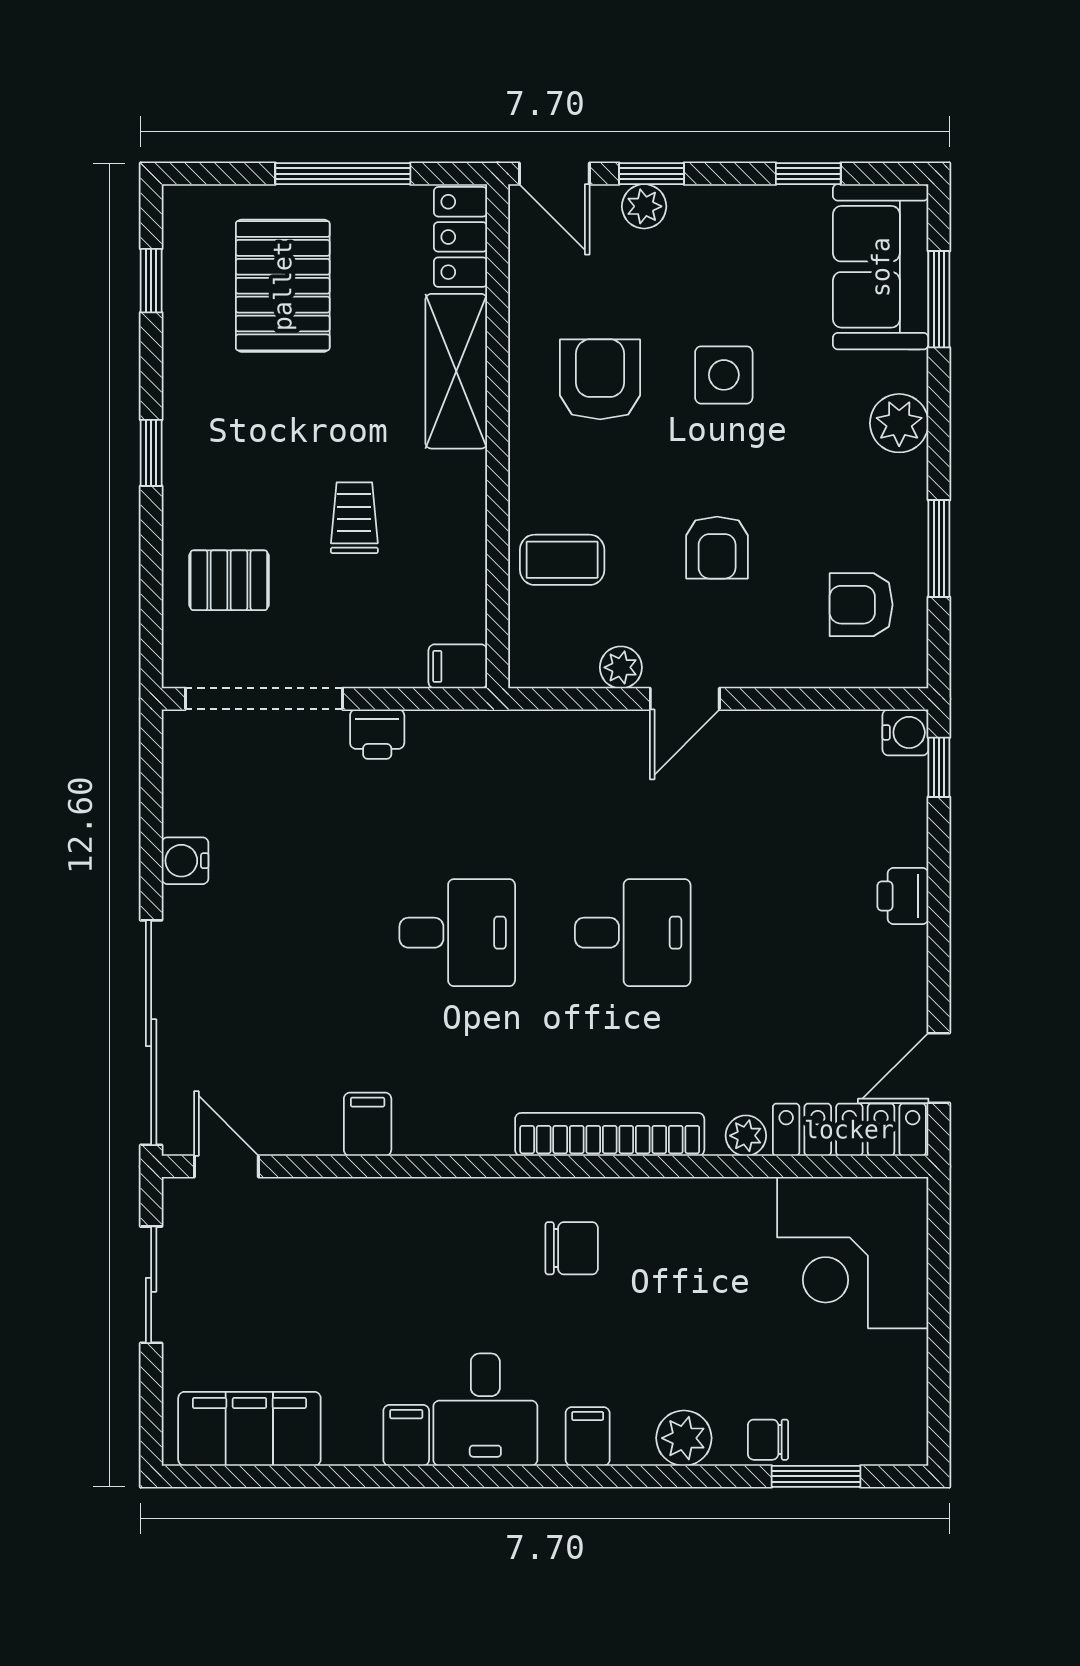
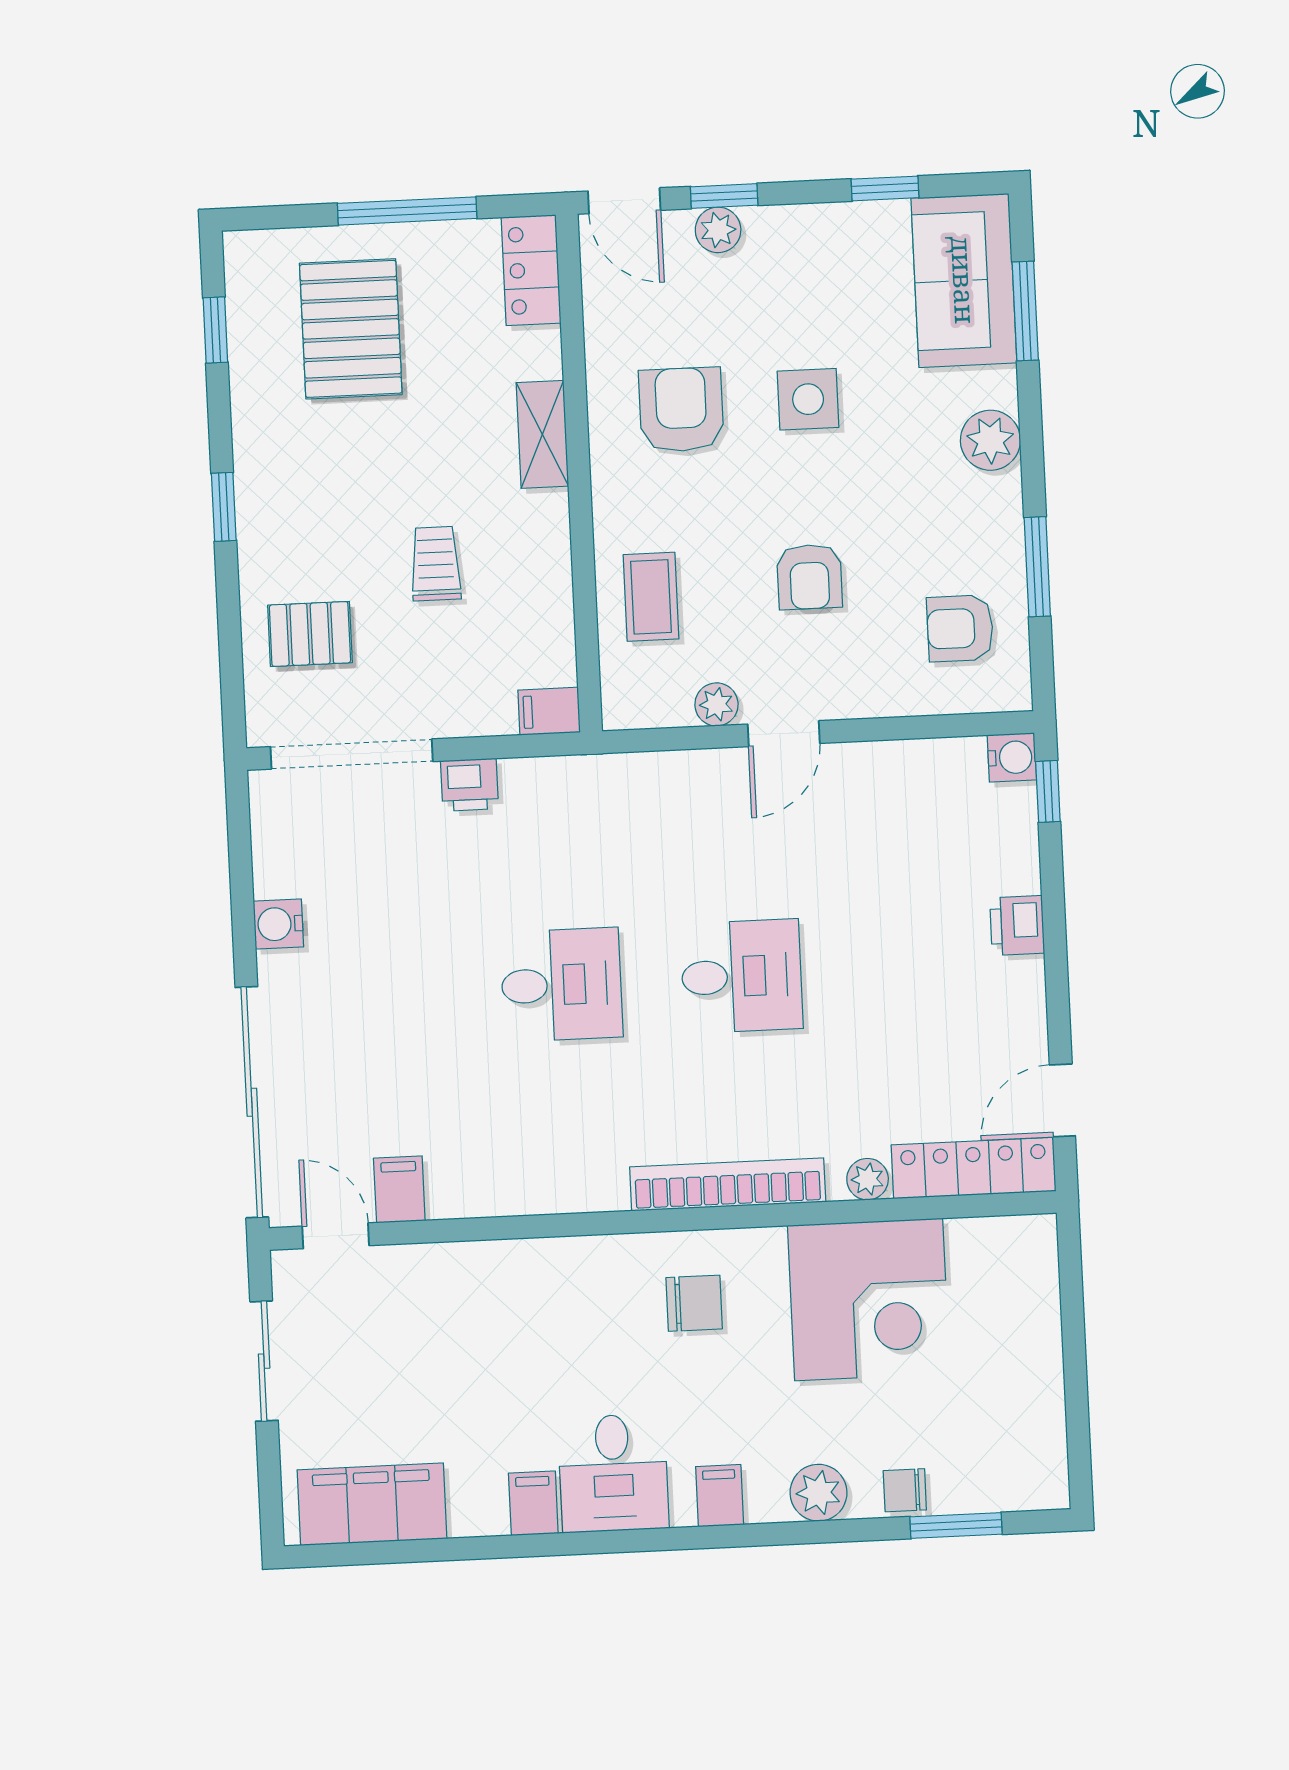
shelving: (456, 371) -> (542, 434), width x0.67, depth x0.75
coffee table: (562, 560) -> (651, 597), turned 90
filing cabinet: (368, 1124) -> (399, 1189), moved
corner desk: (853, 1253) -> (869, 1299), moved, turned -90

